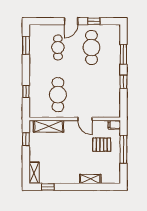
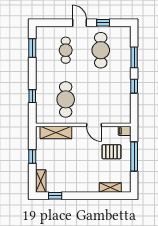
door: (71, 21) -> (79, 23), swing flipped
window: (26, 139) -> (32, 156), moved
shelving: (90, 179) -> (110, 188), moved

